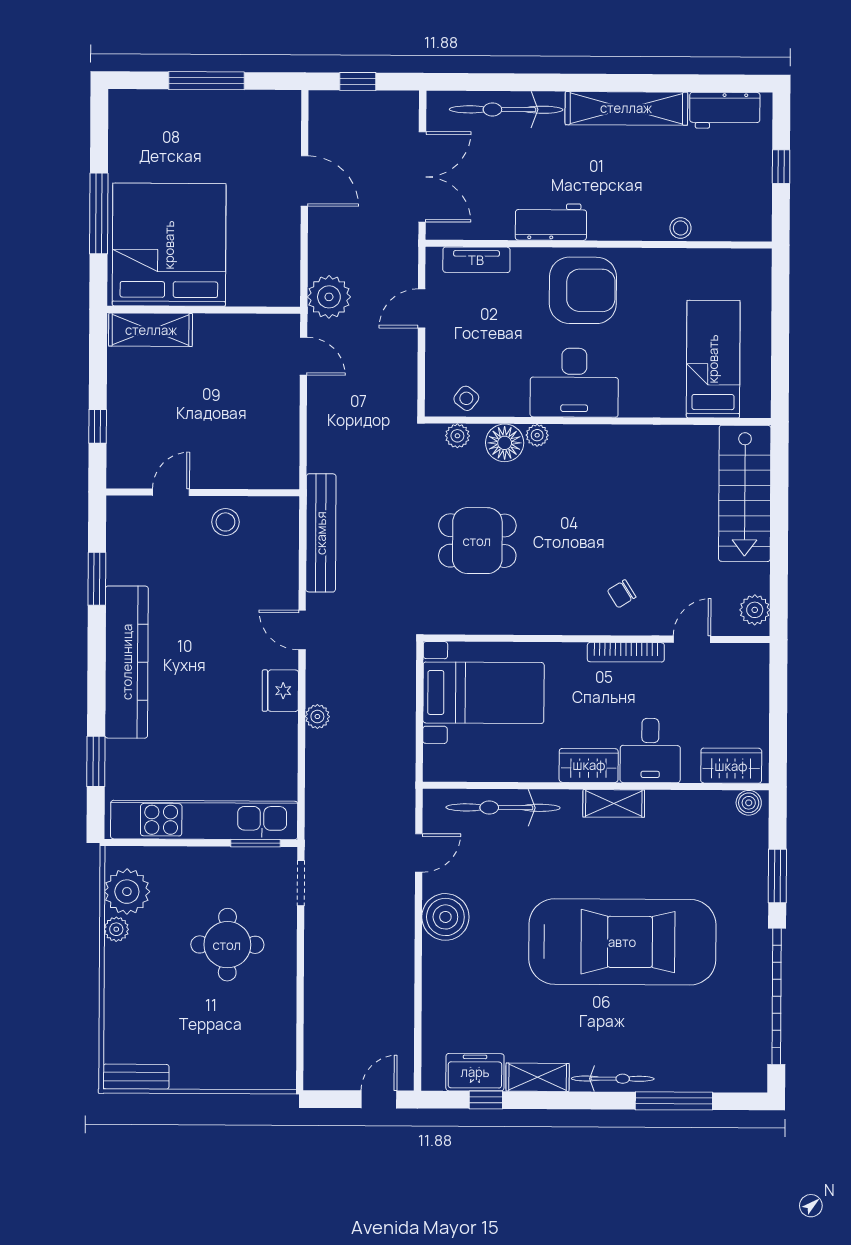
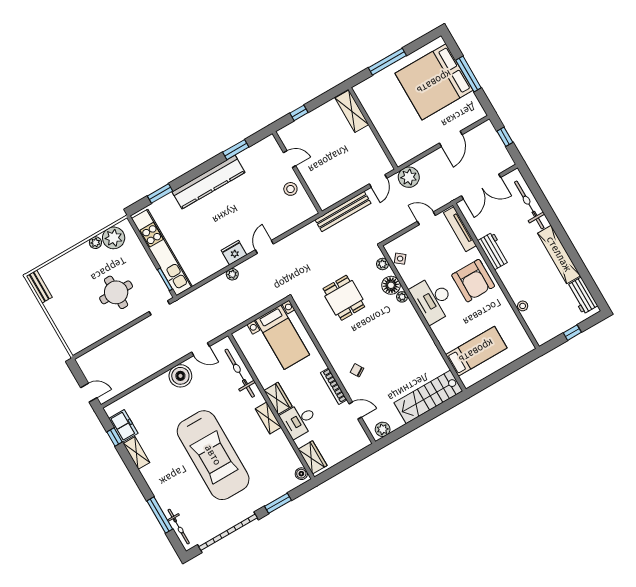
bed: (169, 245) -> (434, 82), moved, turned 180
tv unit: (476, 260) -> (460, 229), width x1.41
bench: (321, 533) -> (343, 211), moved
bicycle: (613, 1079) -> (179, 527), moved

